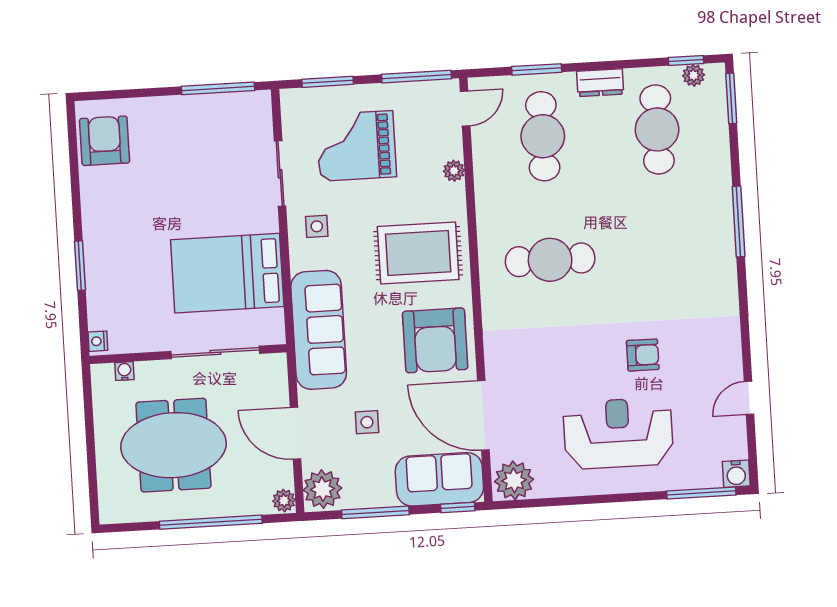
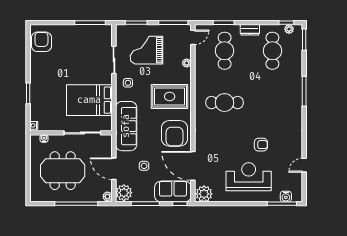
water cooler: (736, 474) -> (286, 197), moved

